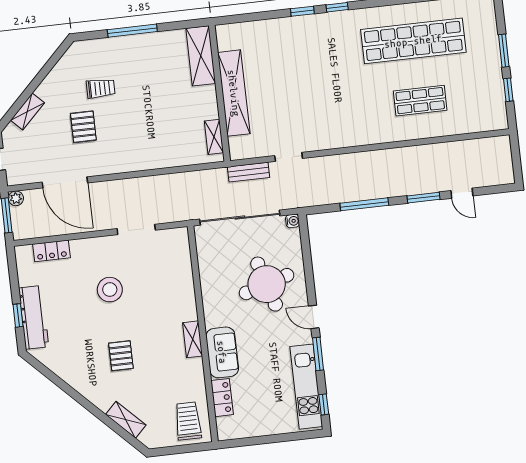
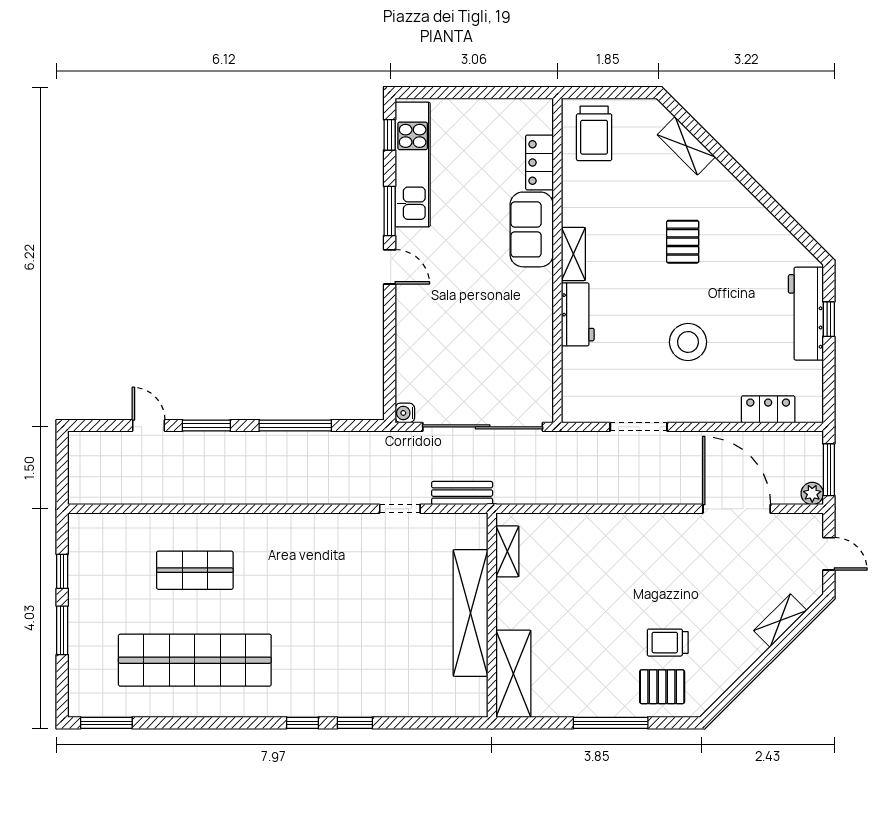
pallet: (83, 127) -> (662, 687), moved, turned 90
round table: (267, 284) -> (454, 324), removed
workbench: (185, 300) -> (578, 314), added

